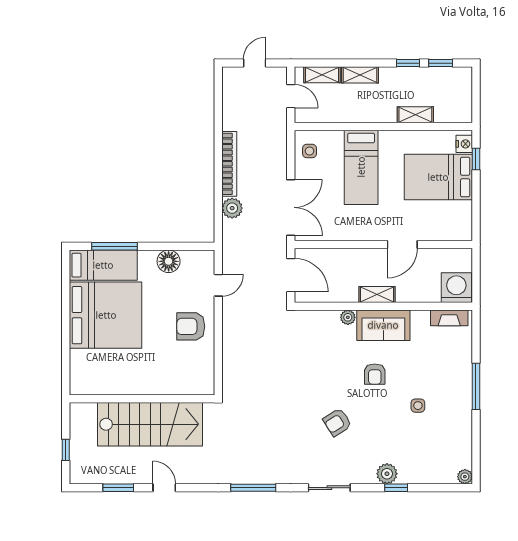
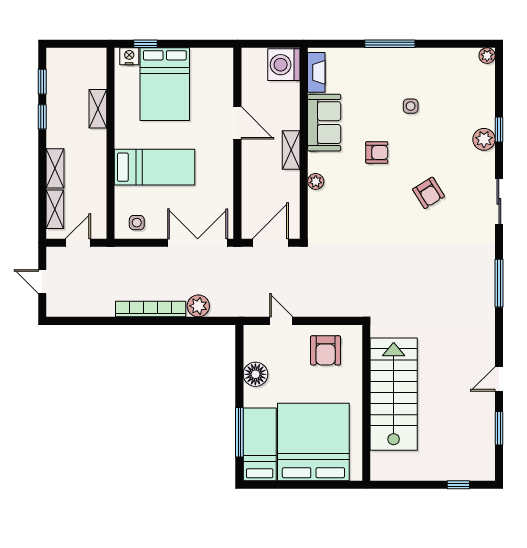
sofa: (383, 325) -> (324, 123), moved
wall: (142, 399) -> (366, 403), moved
stairs: (150, 424) -> (394, 394), moved

